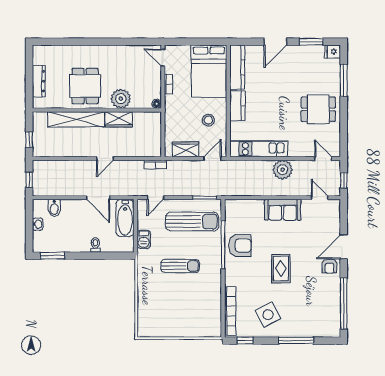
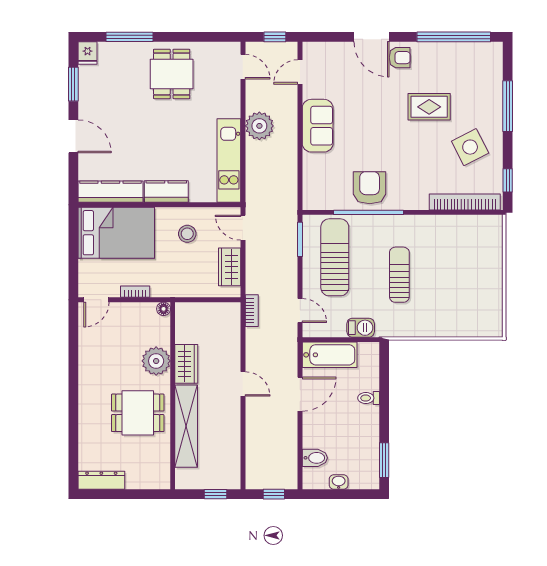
dresser: (39, 81) -> (101, 480), moved
door: (323, 158) -> (243, 67), swing flipped
rug: (281, 269) -> (429, 107), moved

